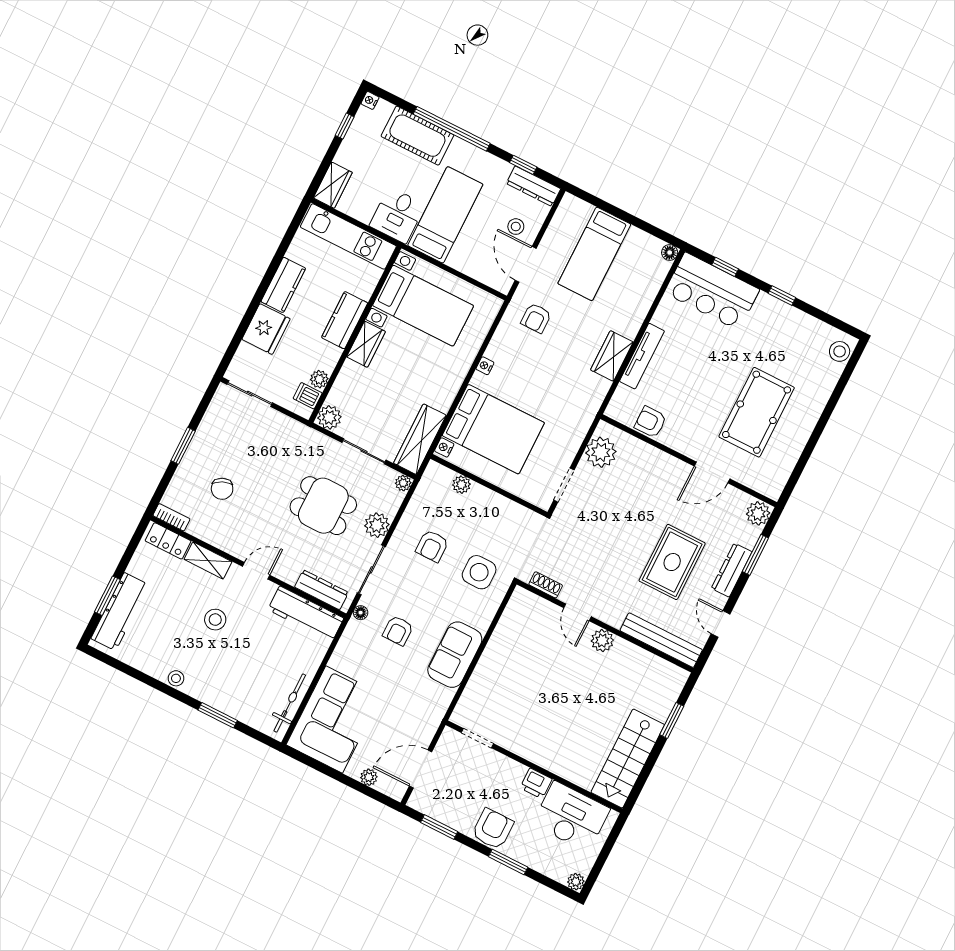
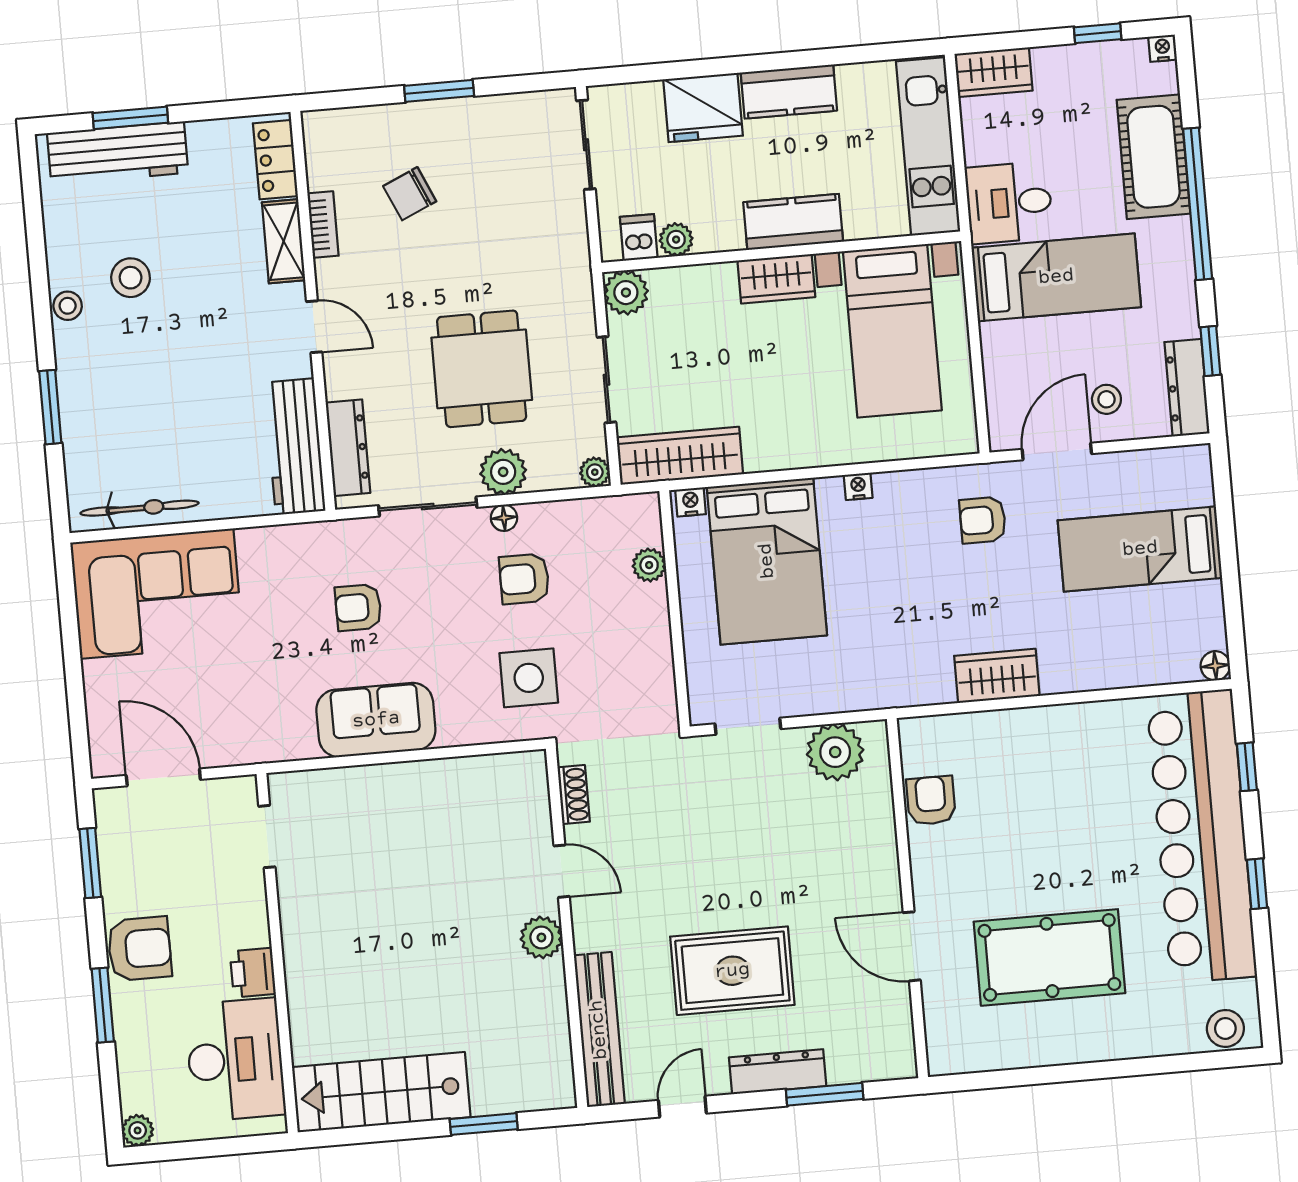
bar counter: (712, 291) -> (1202, 836), width x1.86
tv unit: (642, 356) -> (1026, 723), removed
plant: (758, 513) -> (892, 1058), removed
bookcase: (171, 517) -> (323, 225), moved
door: (578, 612) -> (562, 871), swing flipped
floor lamp: (361, 613) -> (504, 518), moved
stool: (215, 620) -> (131, 278), moved
plant: (369, 777) -> (100, 704), removed

